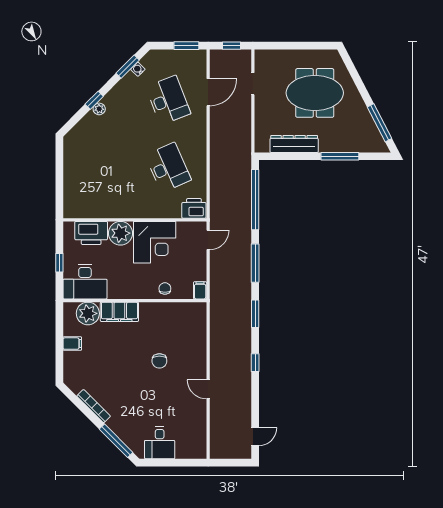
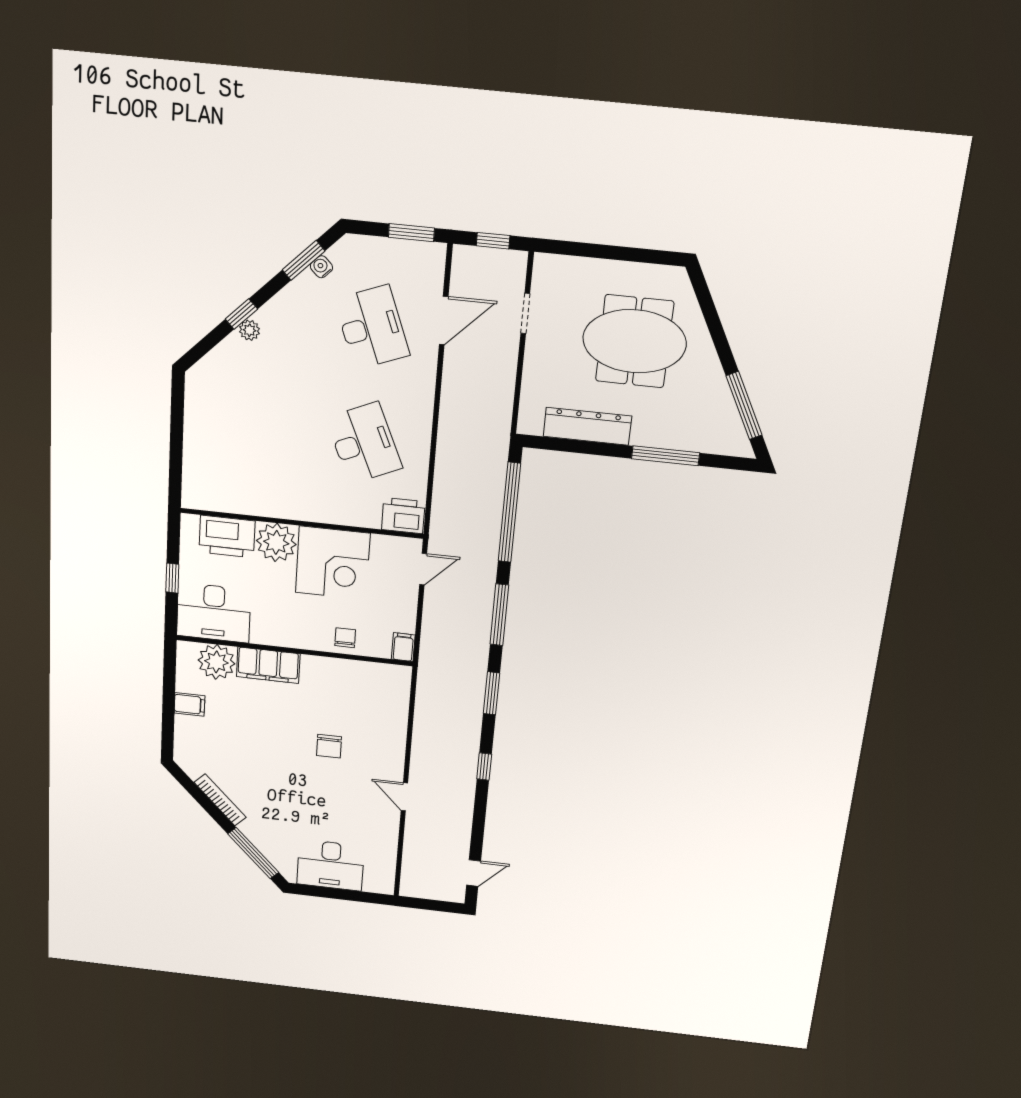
desk: (160, 443) -> (330, 865), width x1.37

